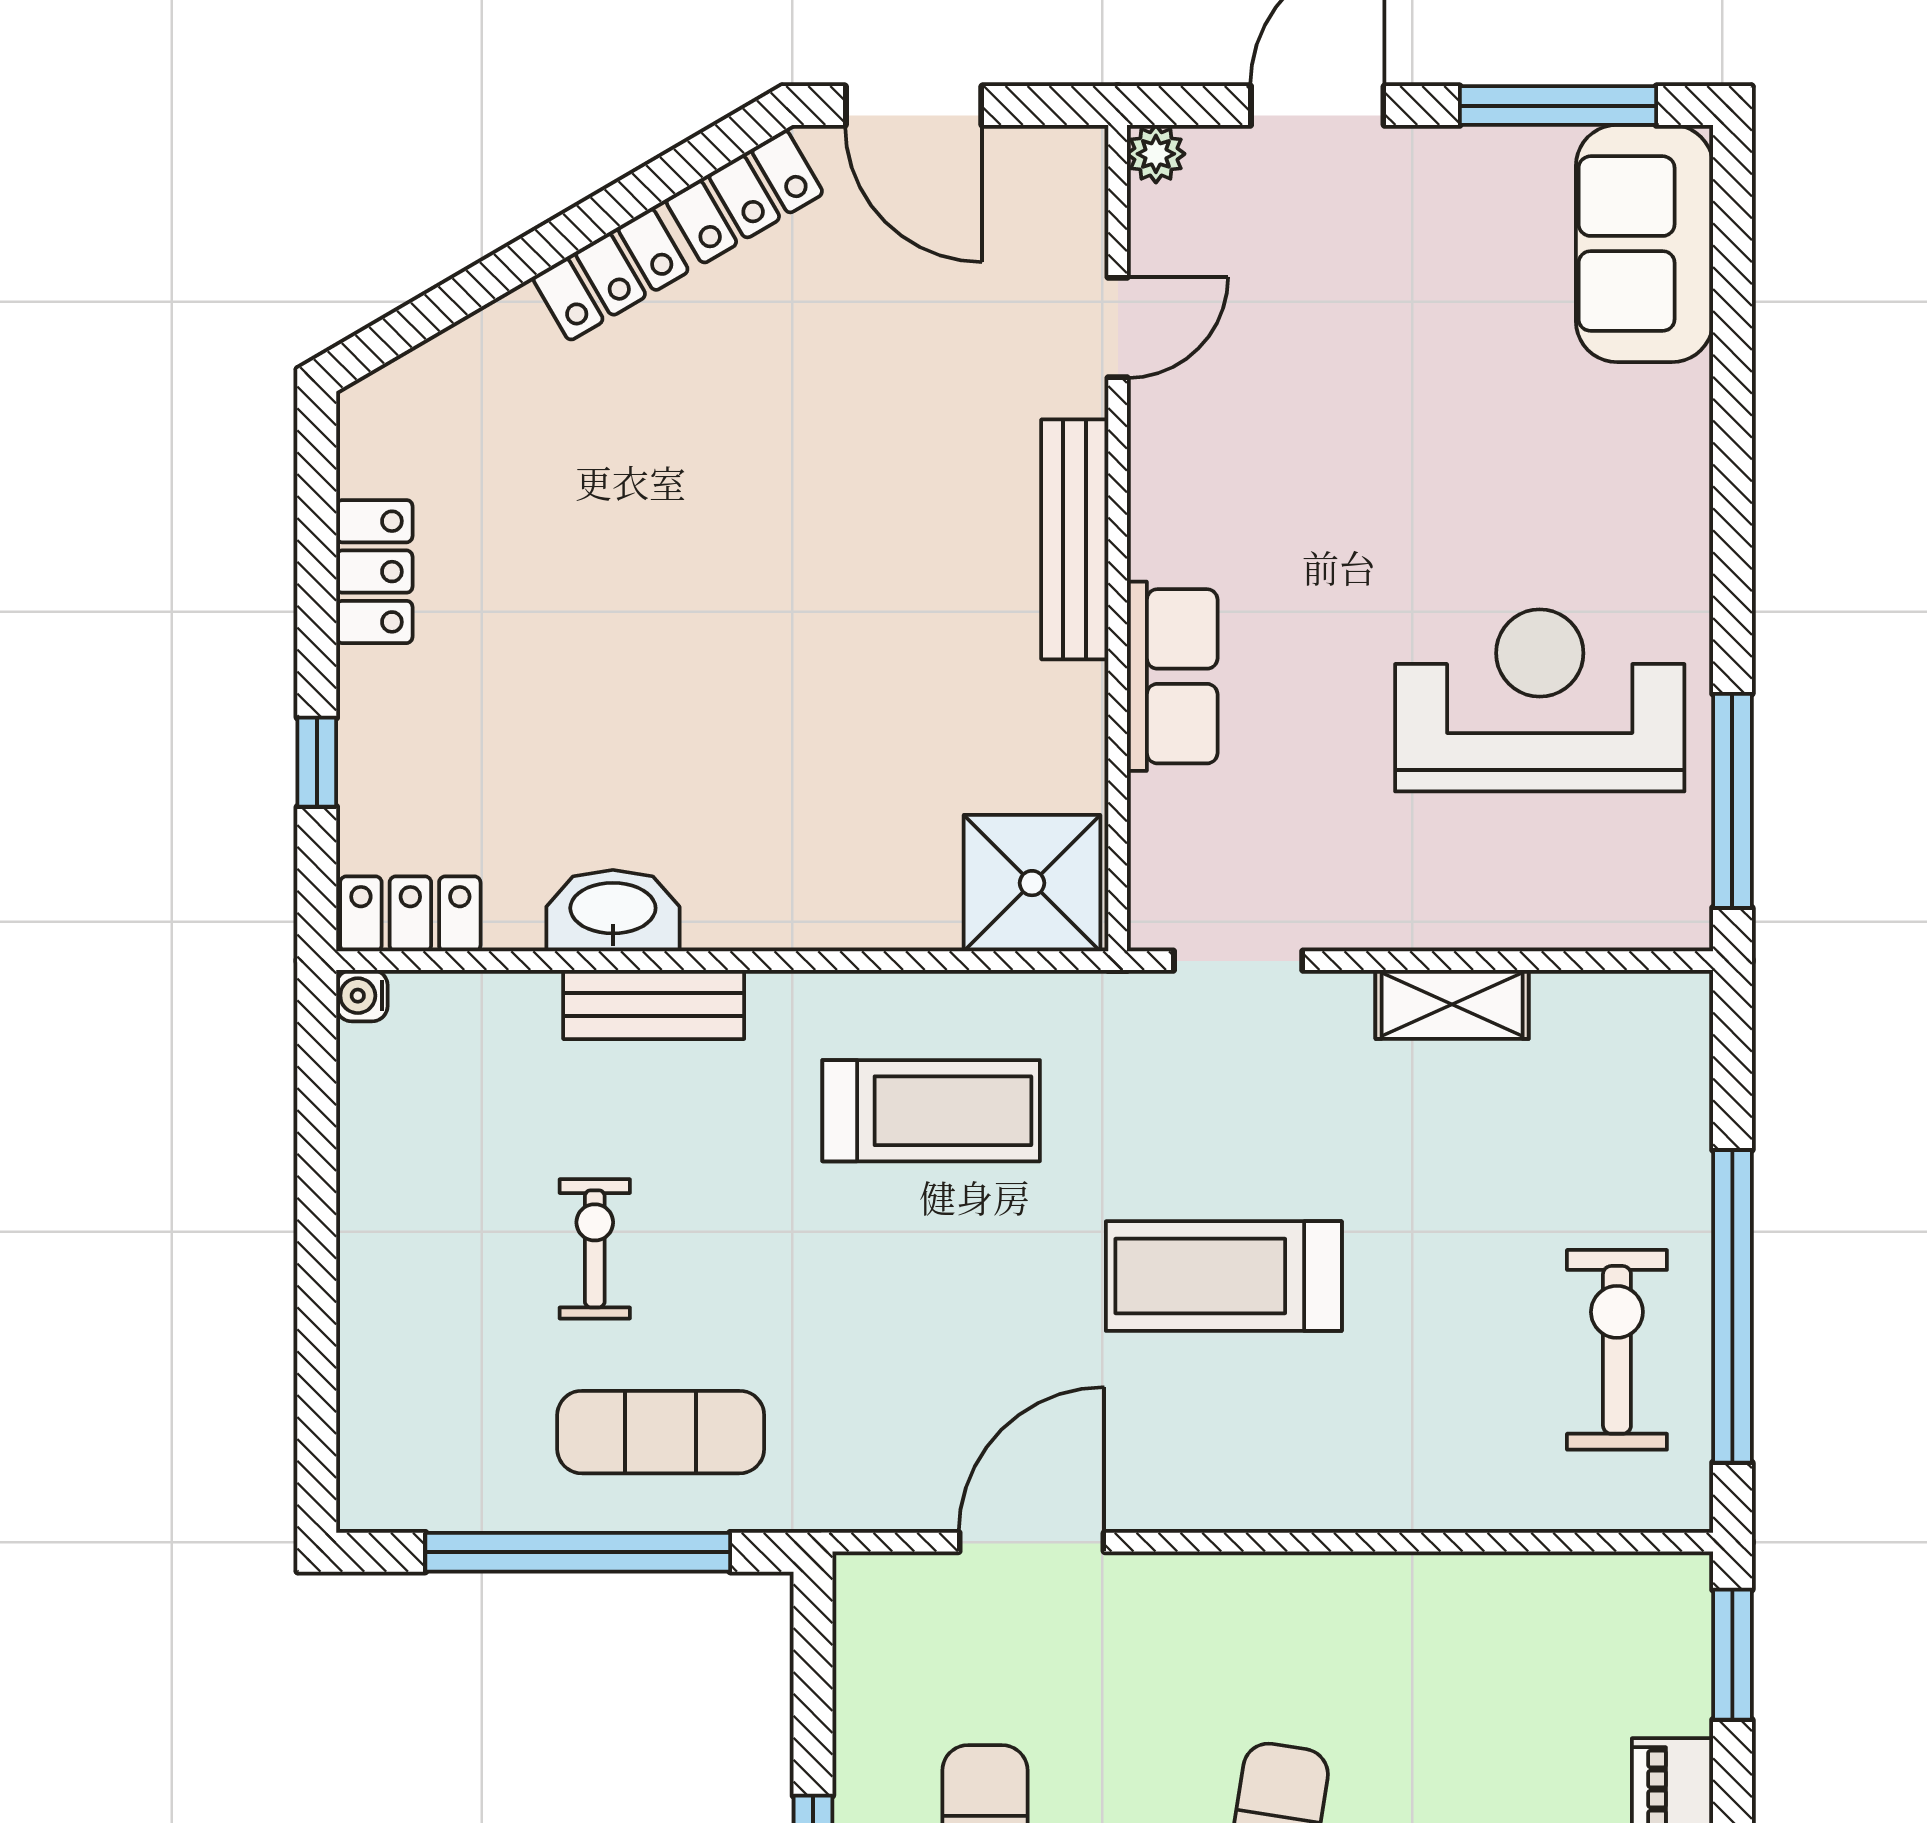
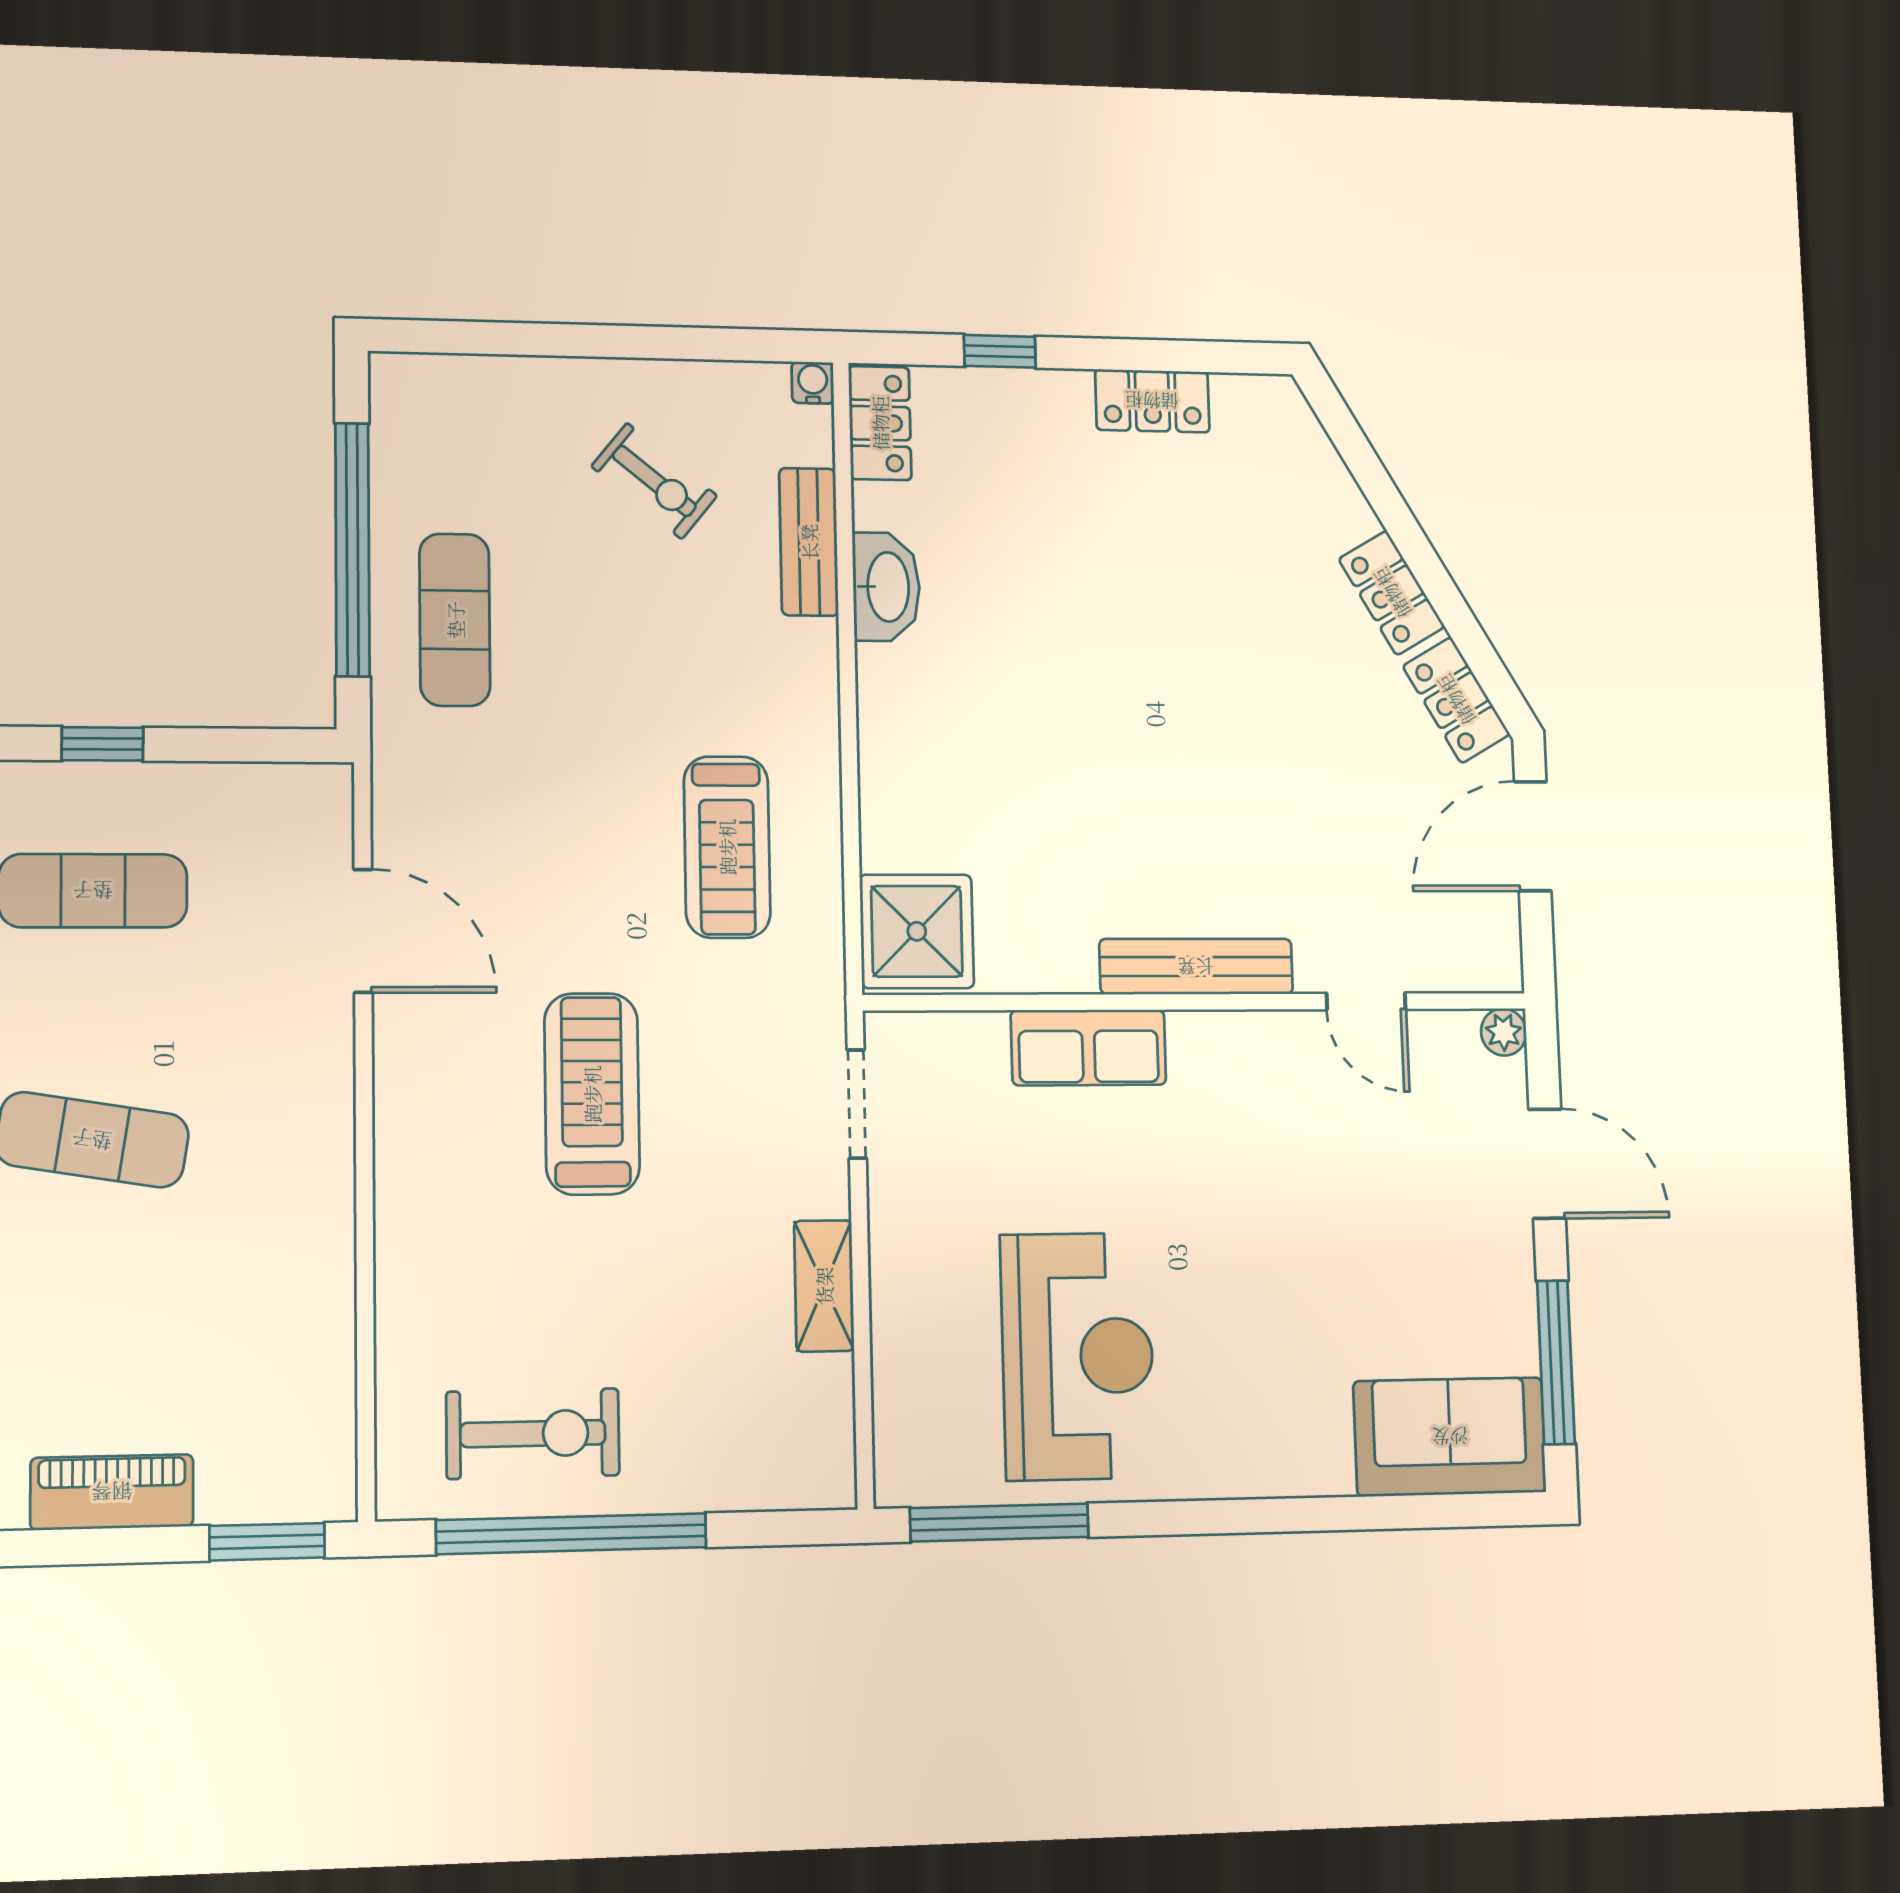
bench: (654, 1004) -> (809, 542), moved
exercise bike: (595, 1249) -> (654, 481), moved, turned 39

